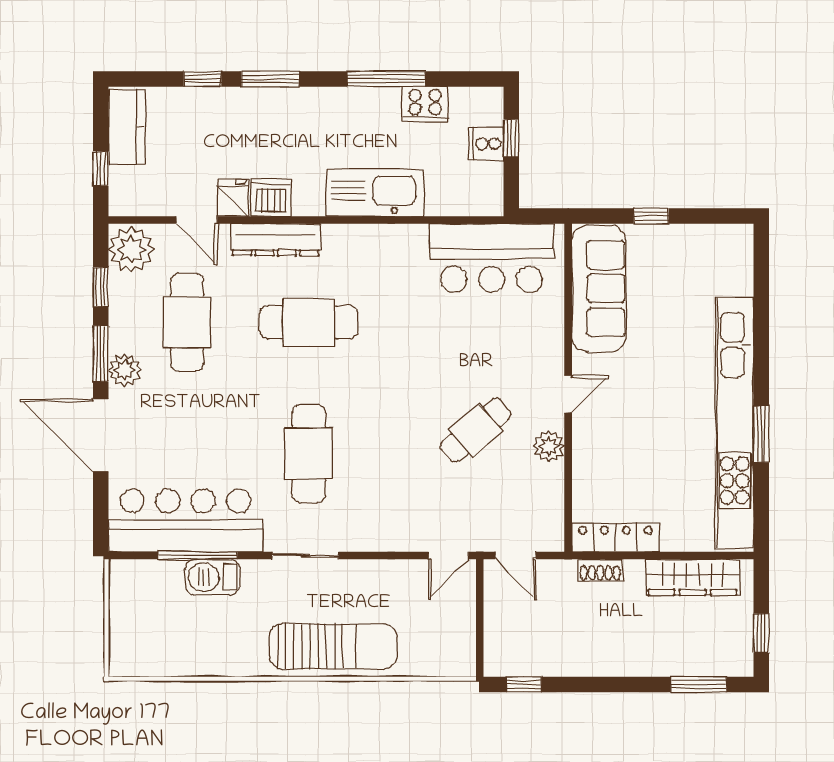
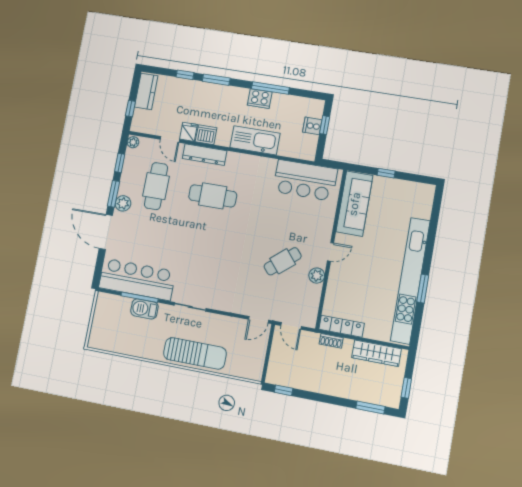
cooker: (425, 104) -> (260, 99), moved
plant: (131, 249) -> (133, 142), width x0.53, depth x0.53
cafe table: (309, 453) -> (201, 258), removed

